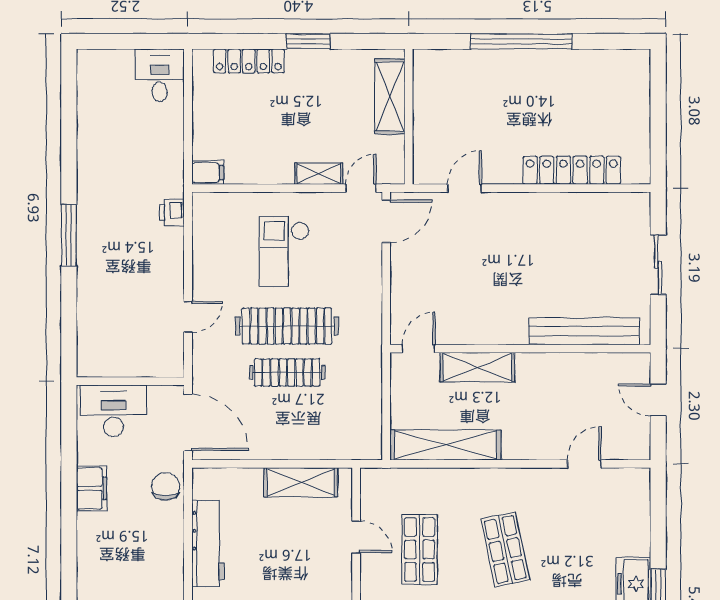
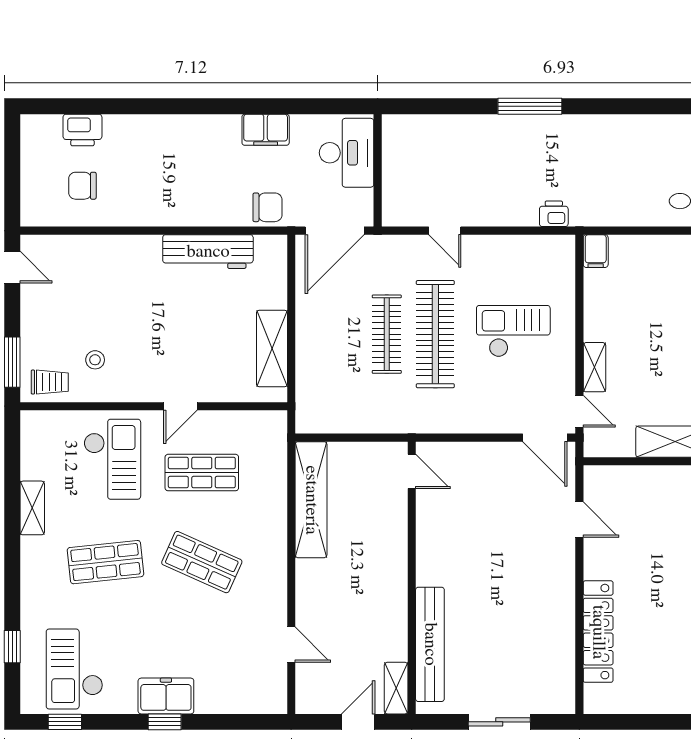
shelving: (477, 367) -> (396, 688), moved, width x0.67, depth x0.75
door: (356, 537) -> (180, 406), moved
shop shelf: (505, 549) -> (202, 562), turned 36

